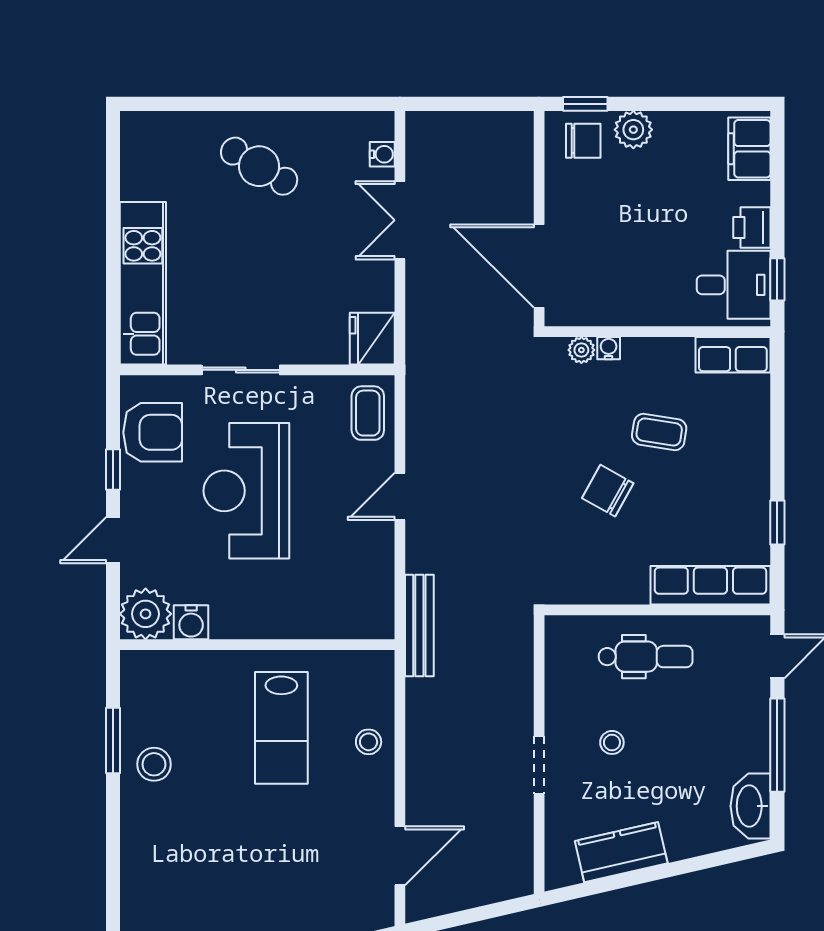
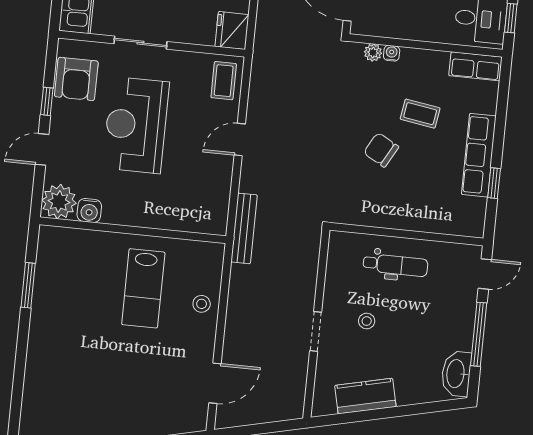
armchair: (153, 432) -> (76, 79), turned 90
row of seats: (710, 585) -> (479, 155), moved, turned -90
stool: (154, 764) -> (54, 304), removed

